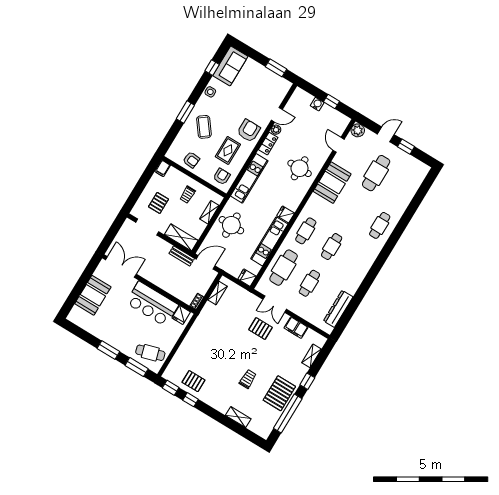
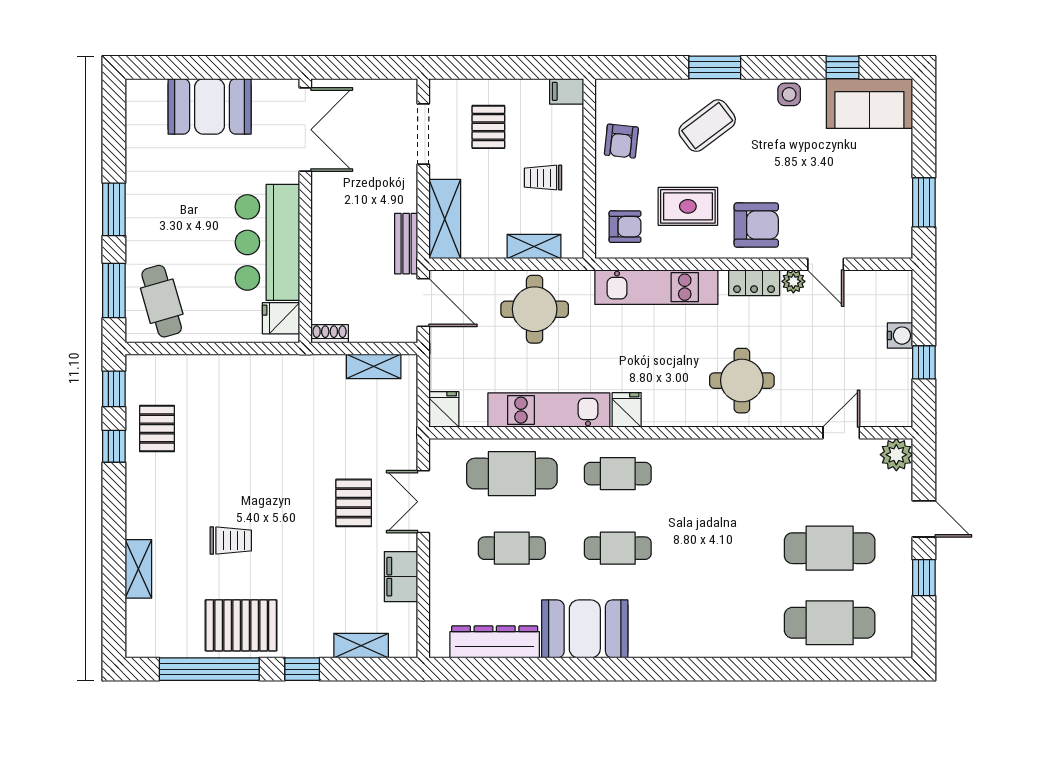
booth: (332, 183) -> (585, 629), moved
pallet: (158, 203) -> (488, 127), turned 90
cafe table: (380, 225) -> (830, 623), moved, width x1.37, depth x1.35

